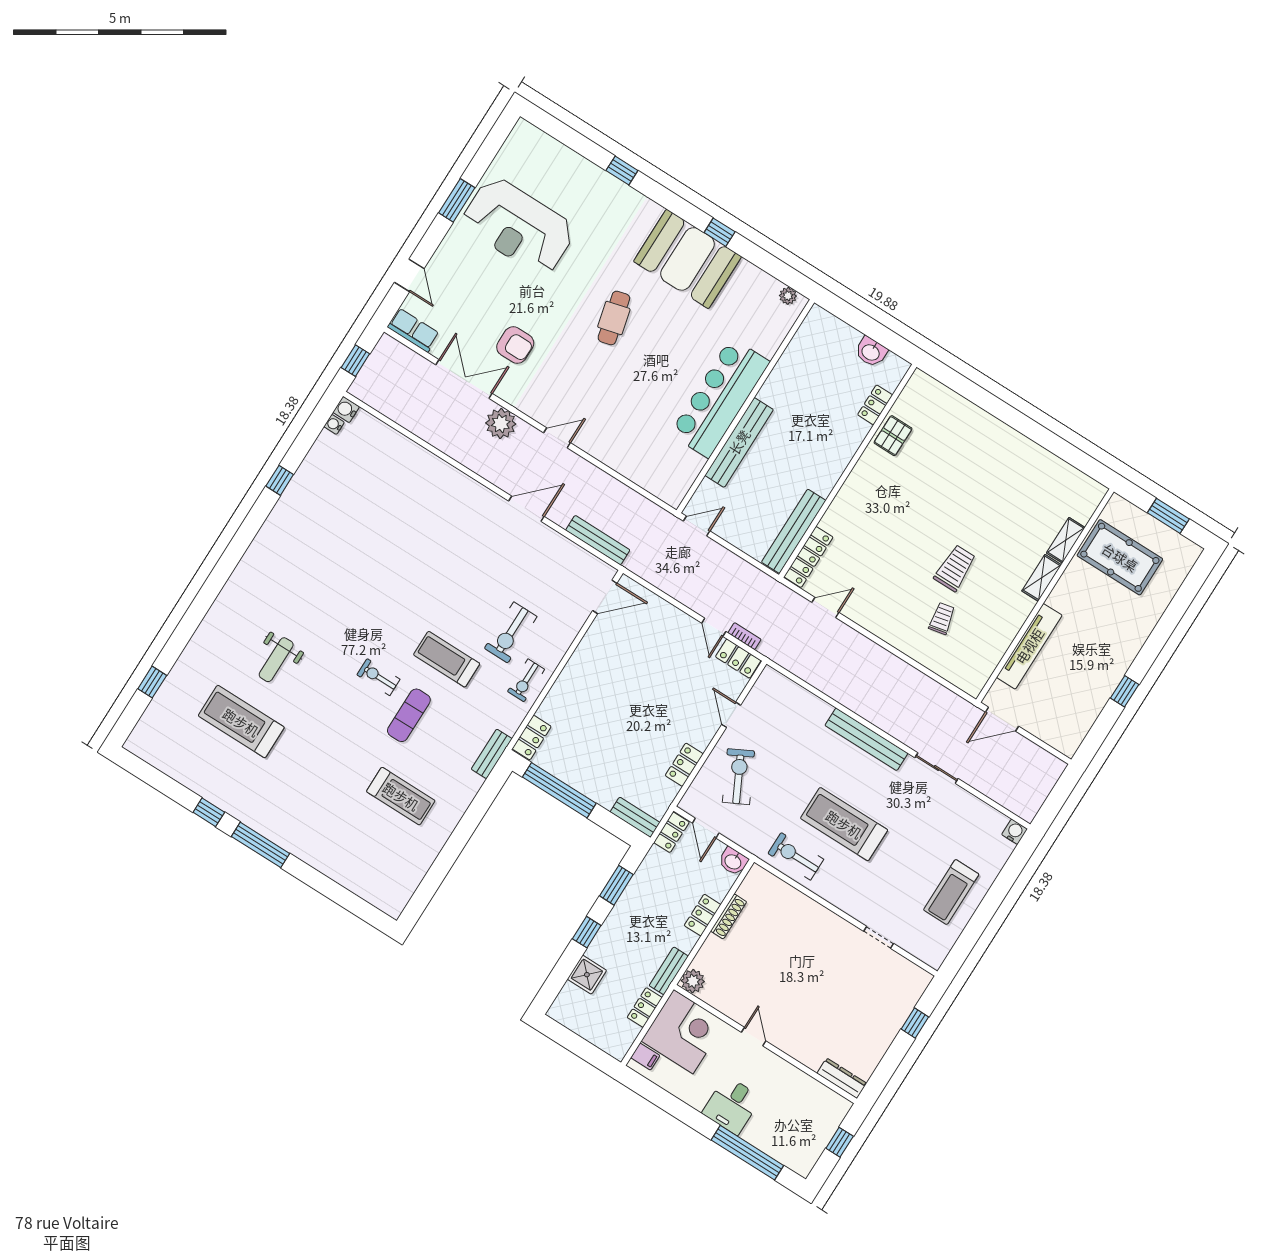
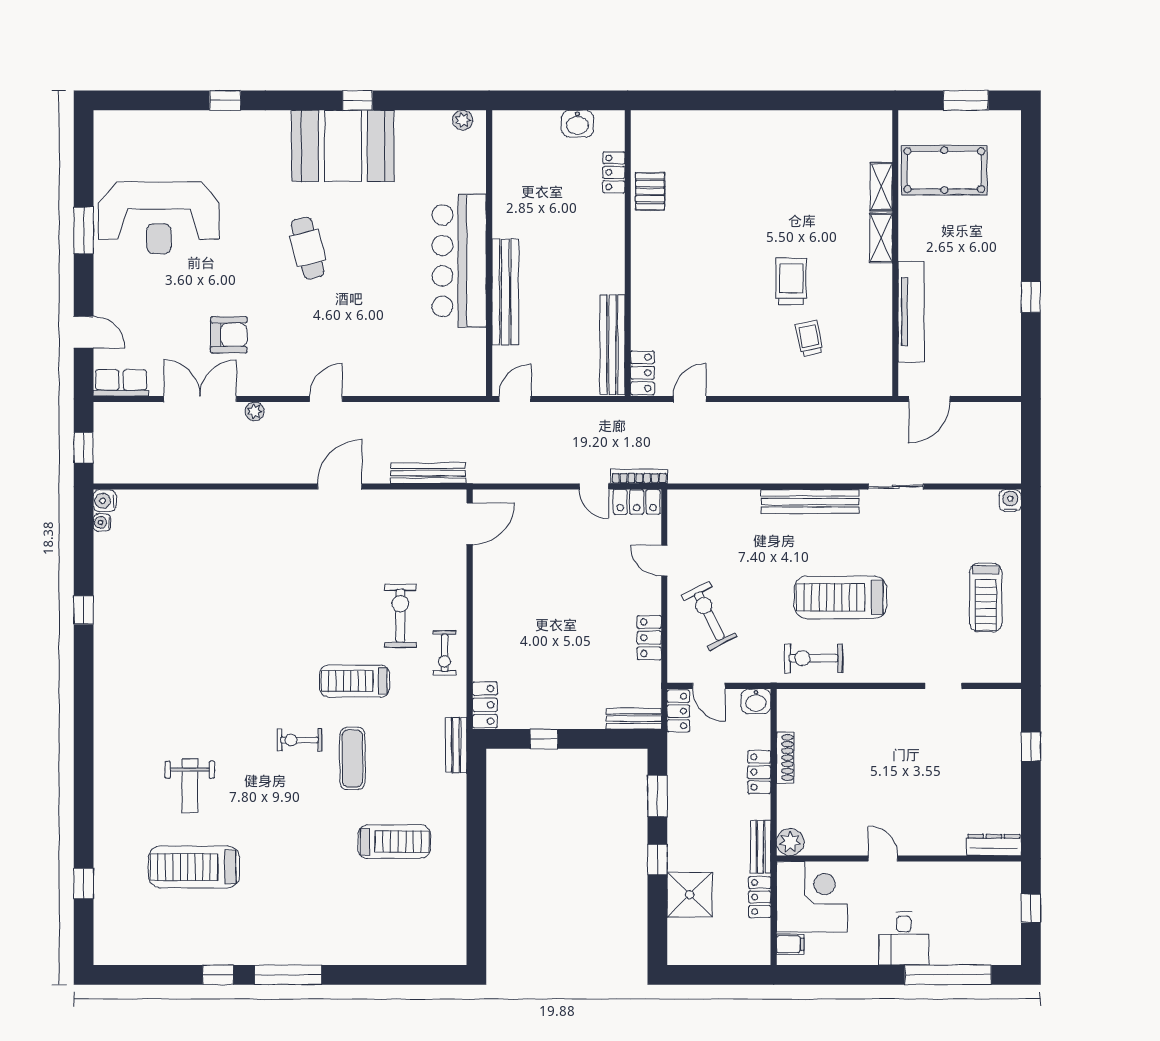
plant: (501, 423) -> (255, 411), width x0.53, depth x0.53
locker: (808, 557) -> (642, 373), width x0.66
exercise bike: (511, 632) -> (400, 616), turned 180
bookcase: (744, 636) -> (639, 476), width x1.56
window: (559, 790) -> (544, 739), width x0.32
shower: (587, 975) -> (690, 895), width x1.36, depth x1.36

